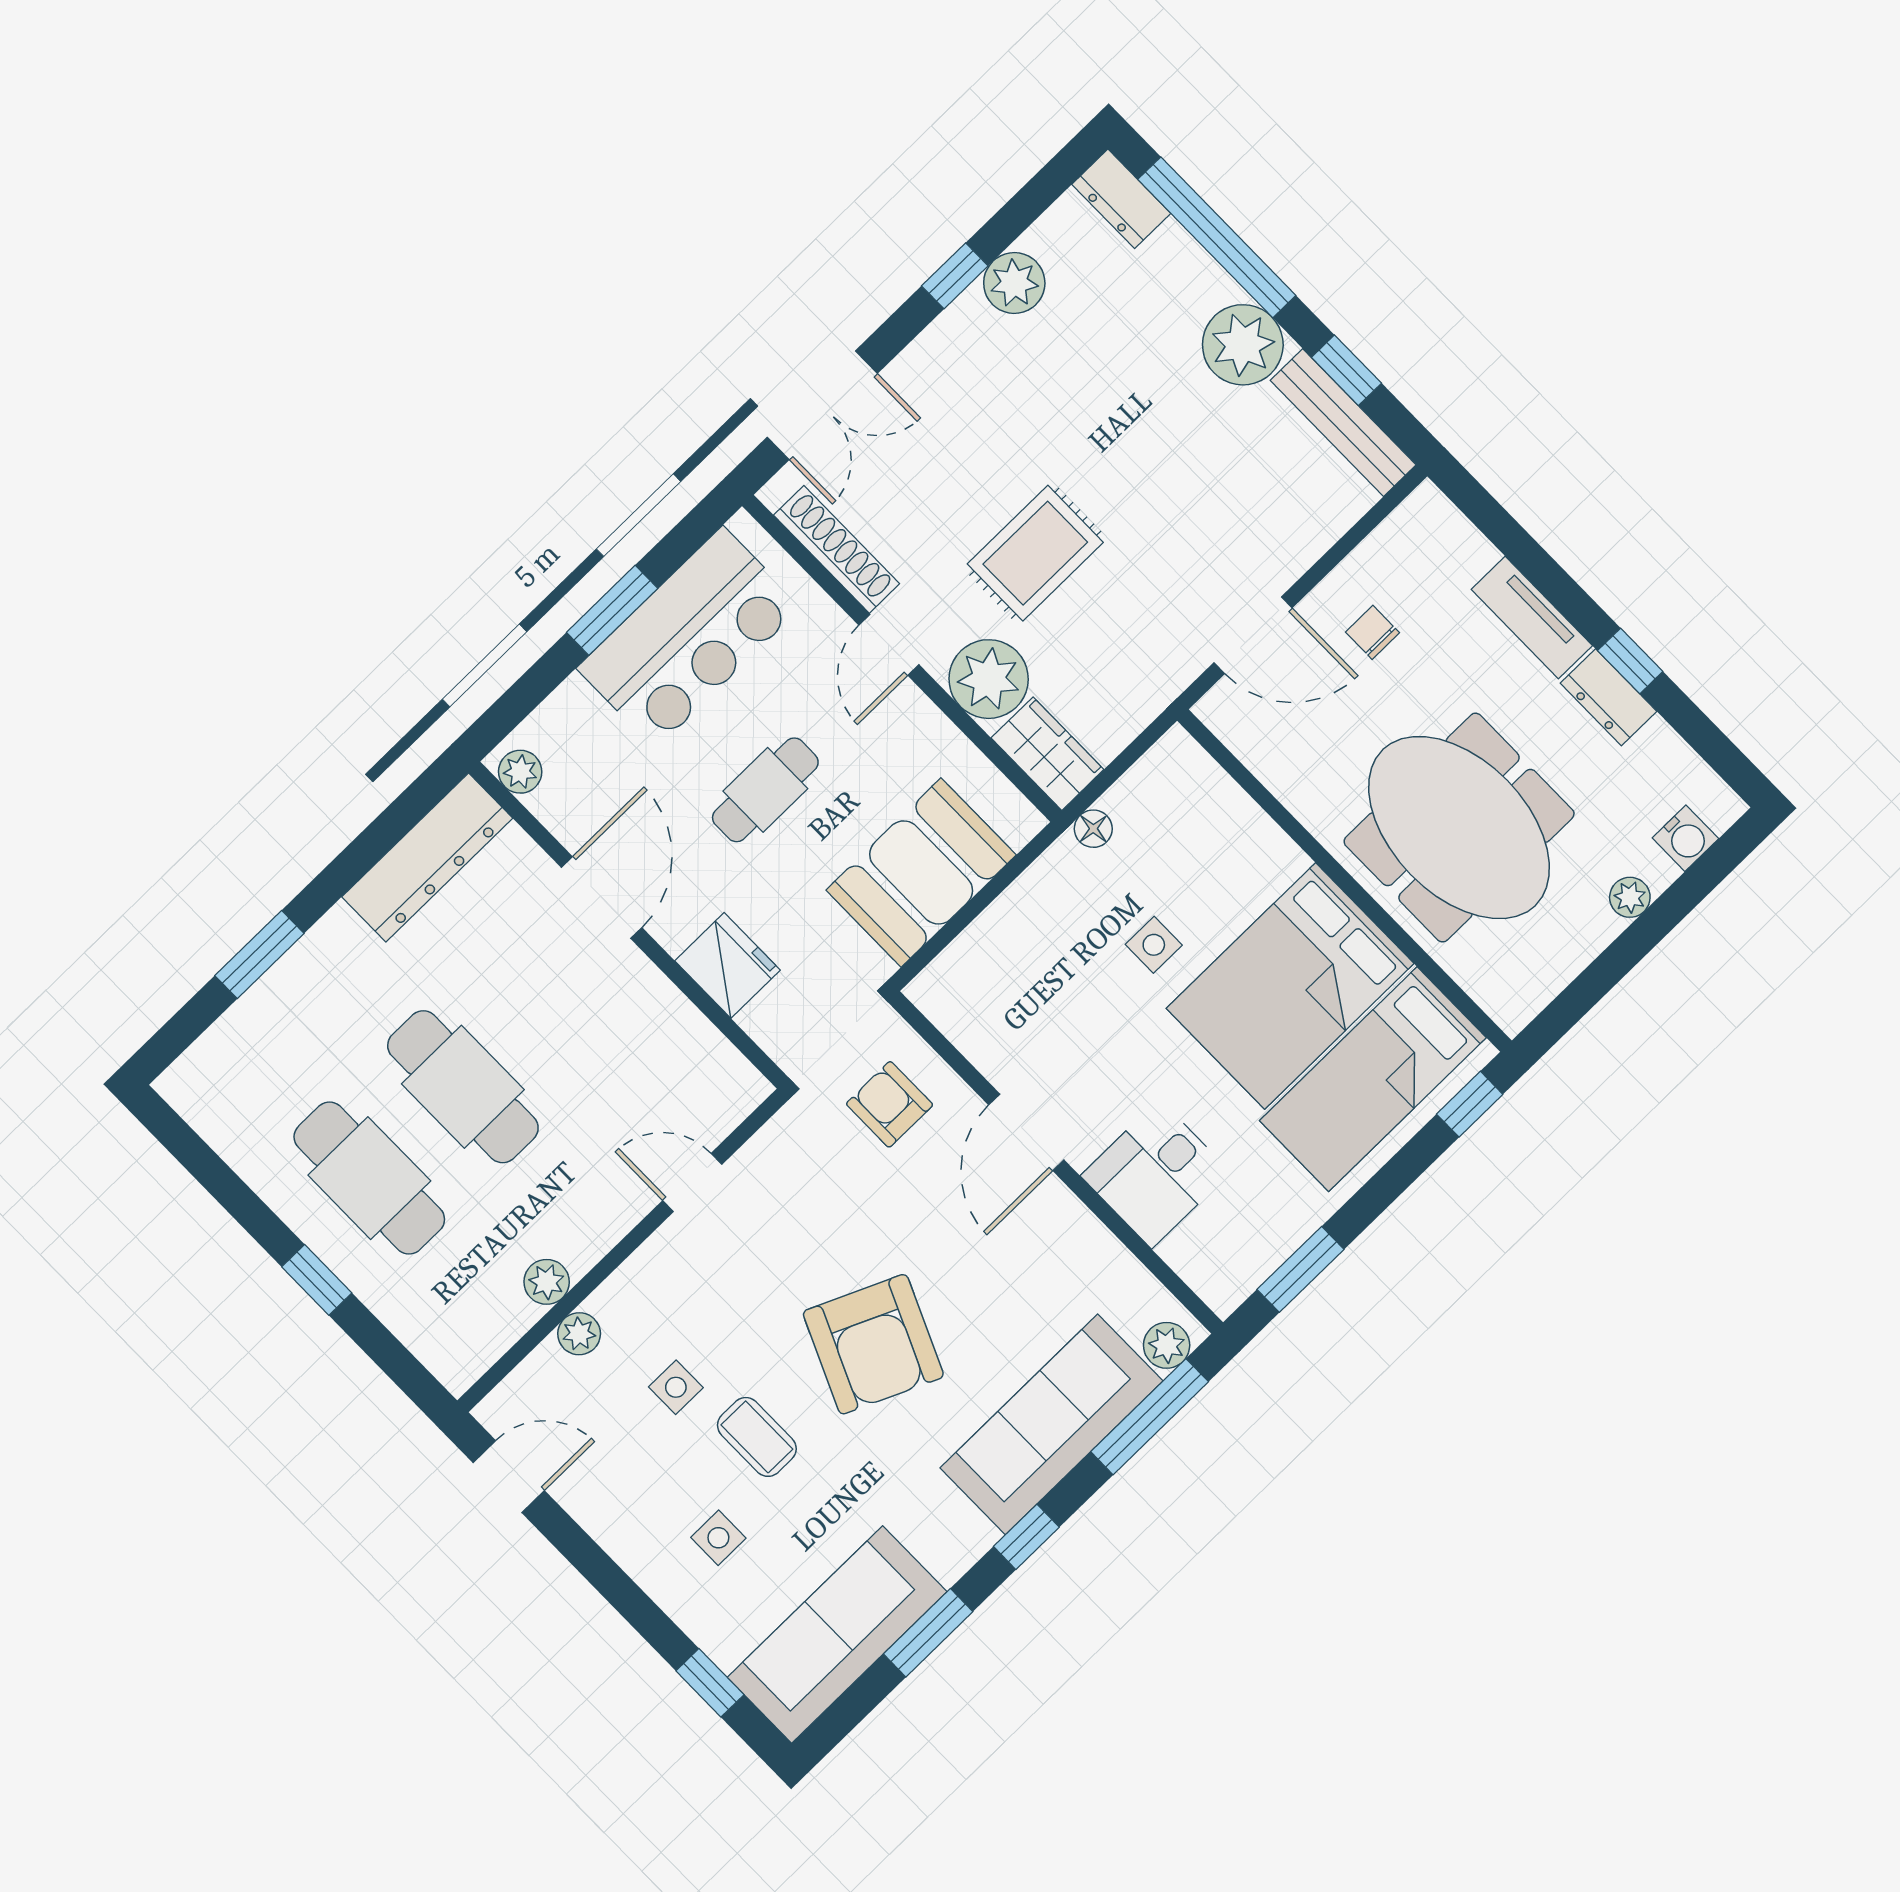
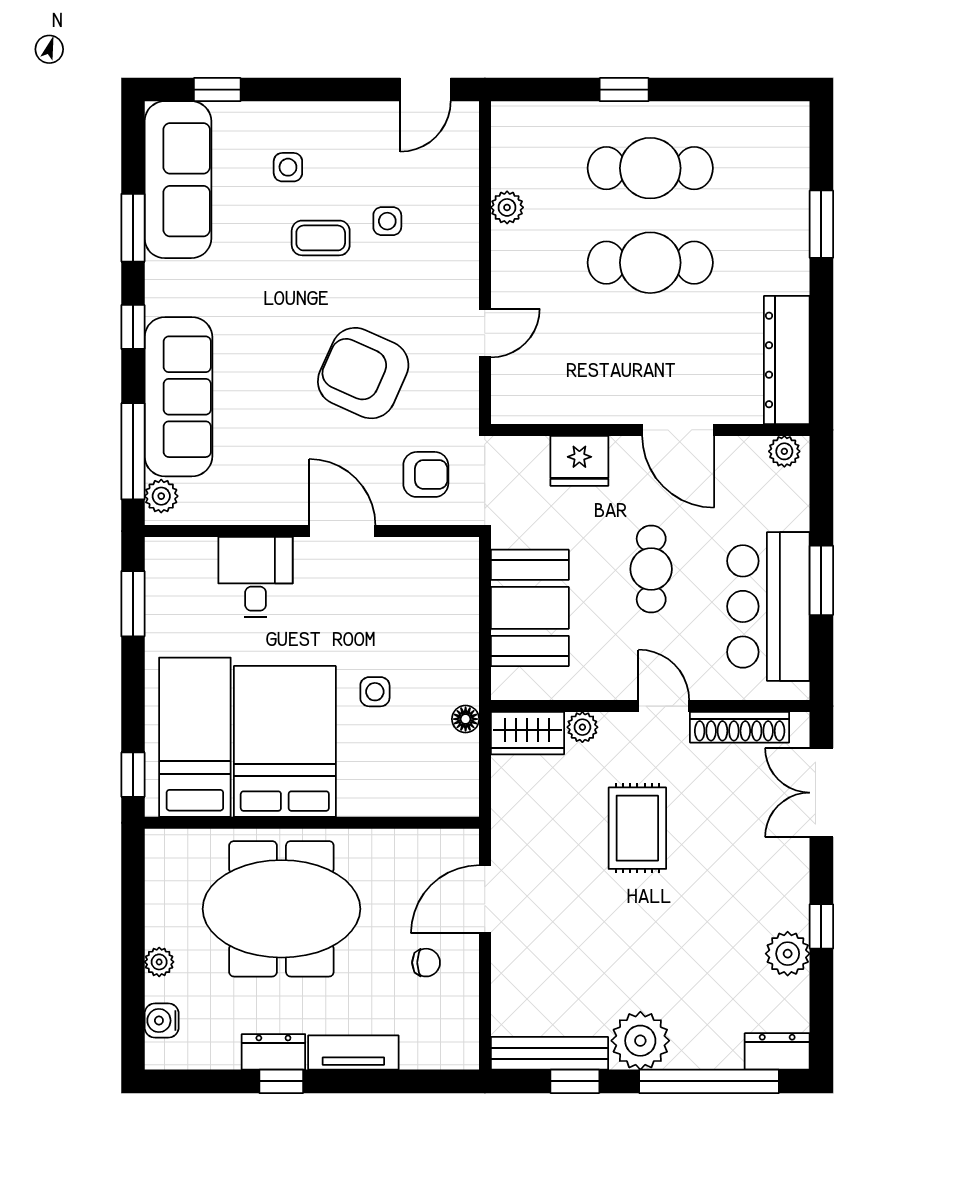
plant: (989, 679) -> (582, 727), width x0.53, depth x0.53
plant: (579, 1334) -> (464, 198), removed
armchair: (873, 1344) -> (363, 373), moved

